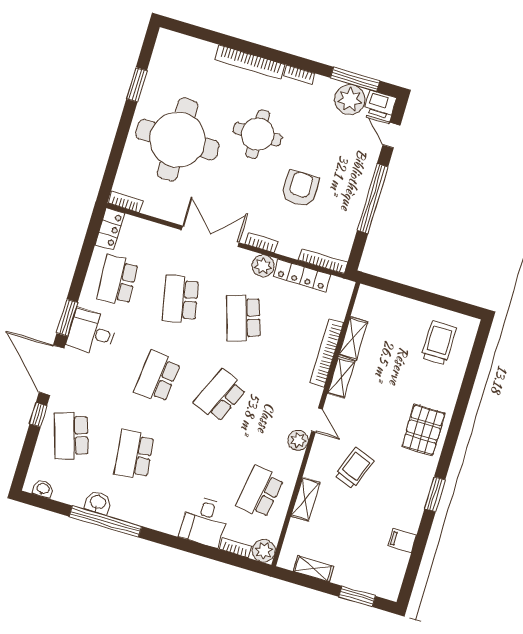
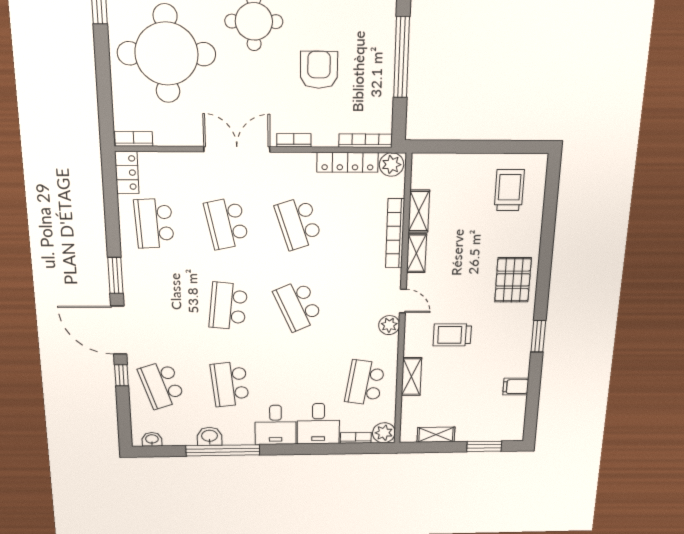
plant: (263, 266) -> (392, 165), moved
desk: (91, 332) -> (276, 425), moved, turned -90
school desk: (220, 396) -> (298, 306), turned -48
trolley: (354, 468) -> (452, 335), turned -111

